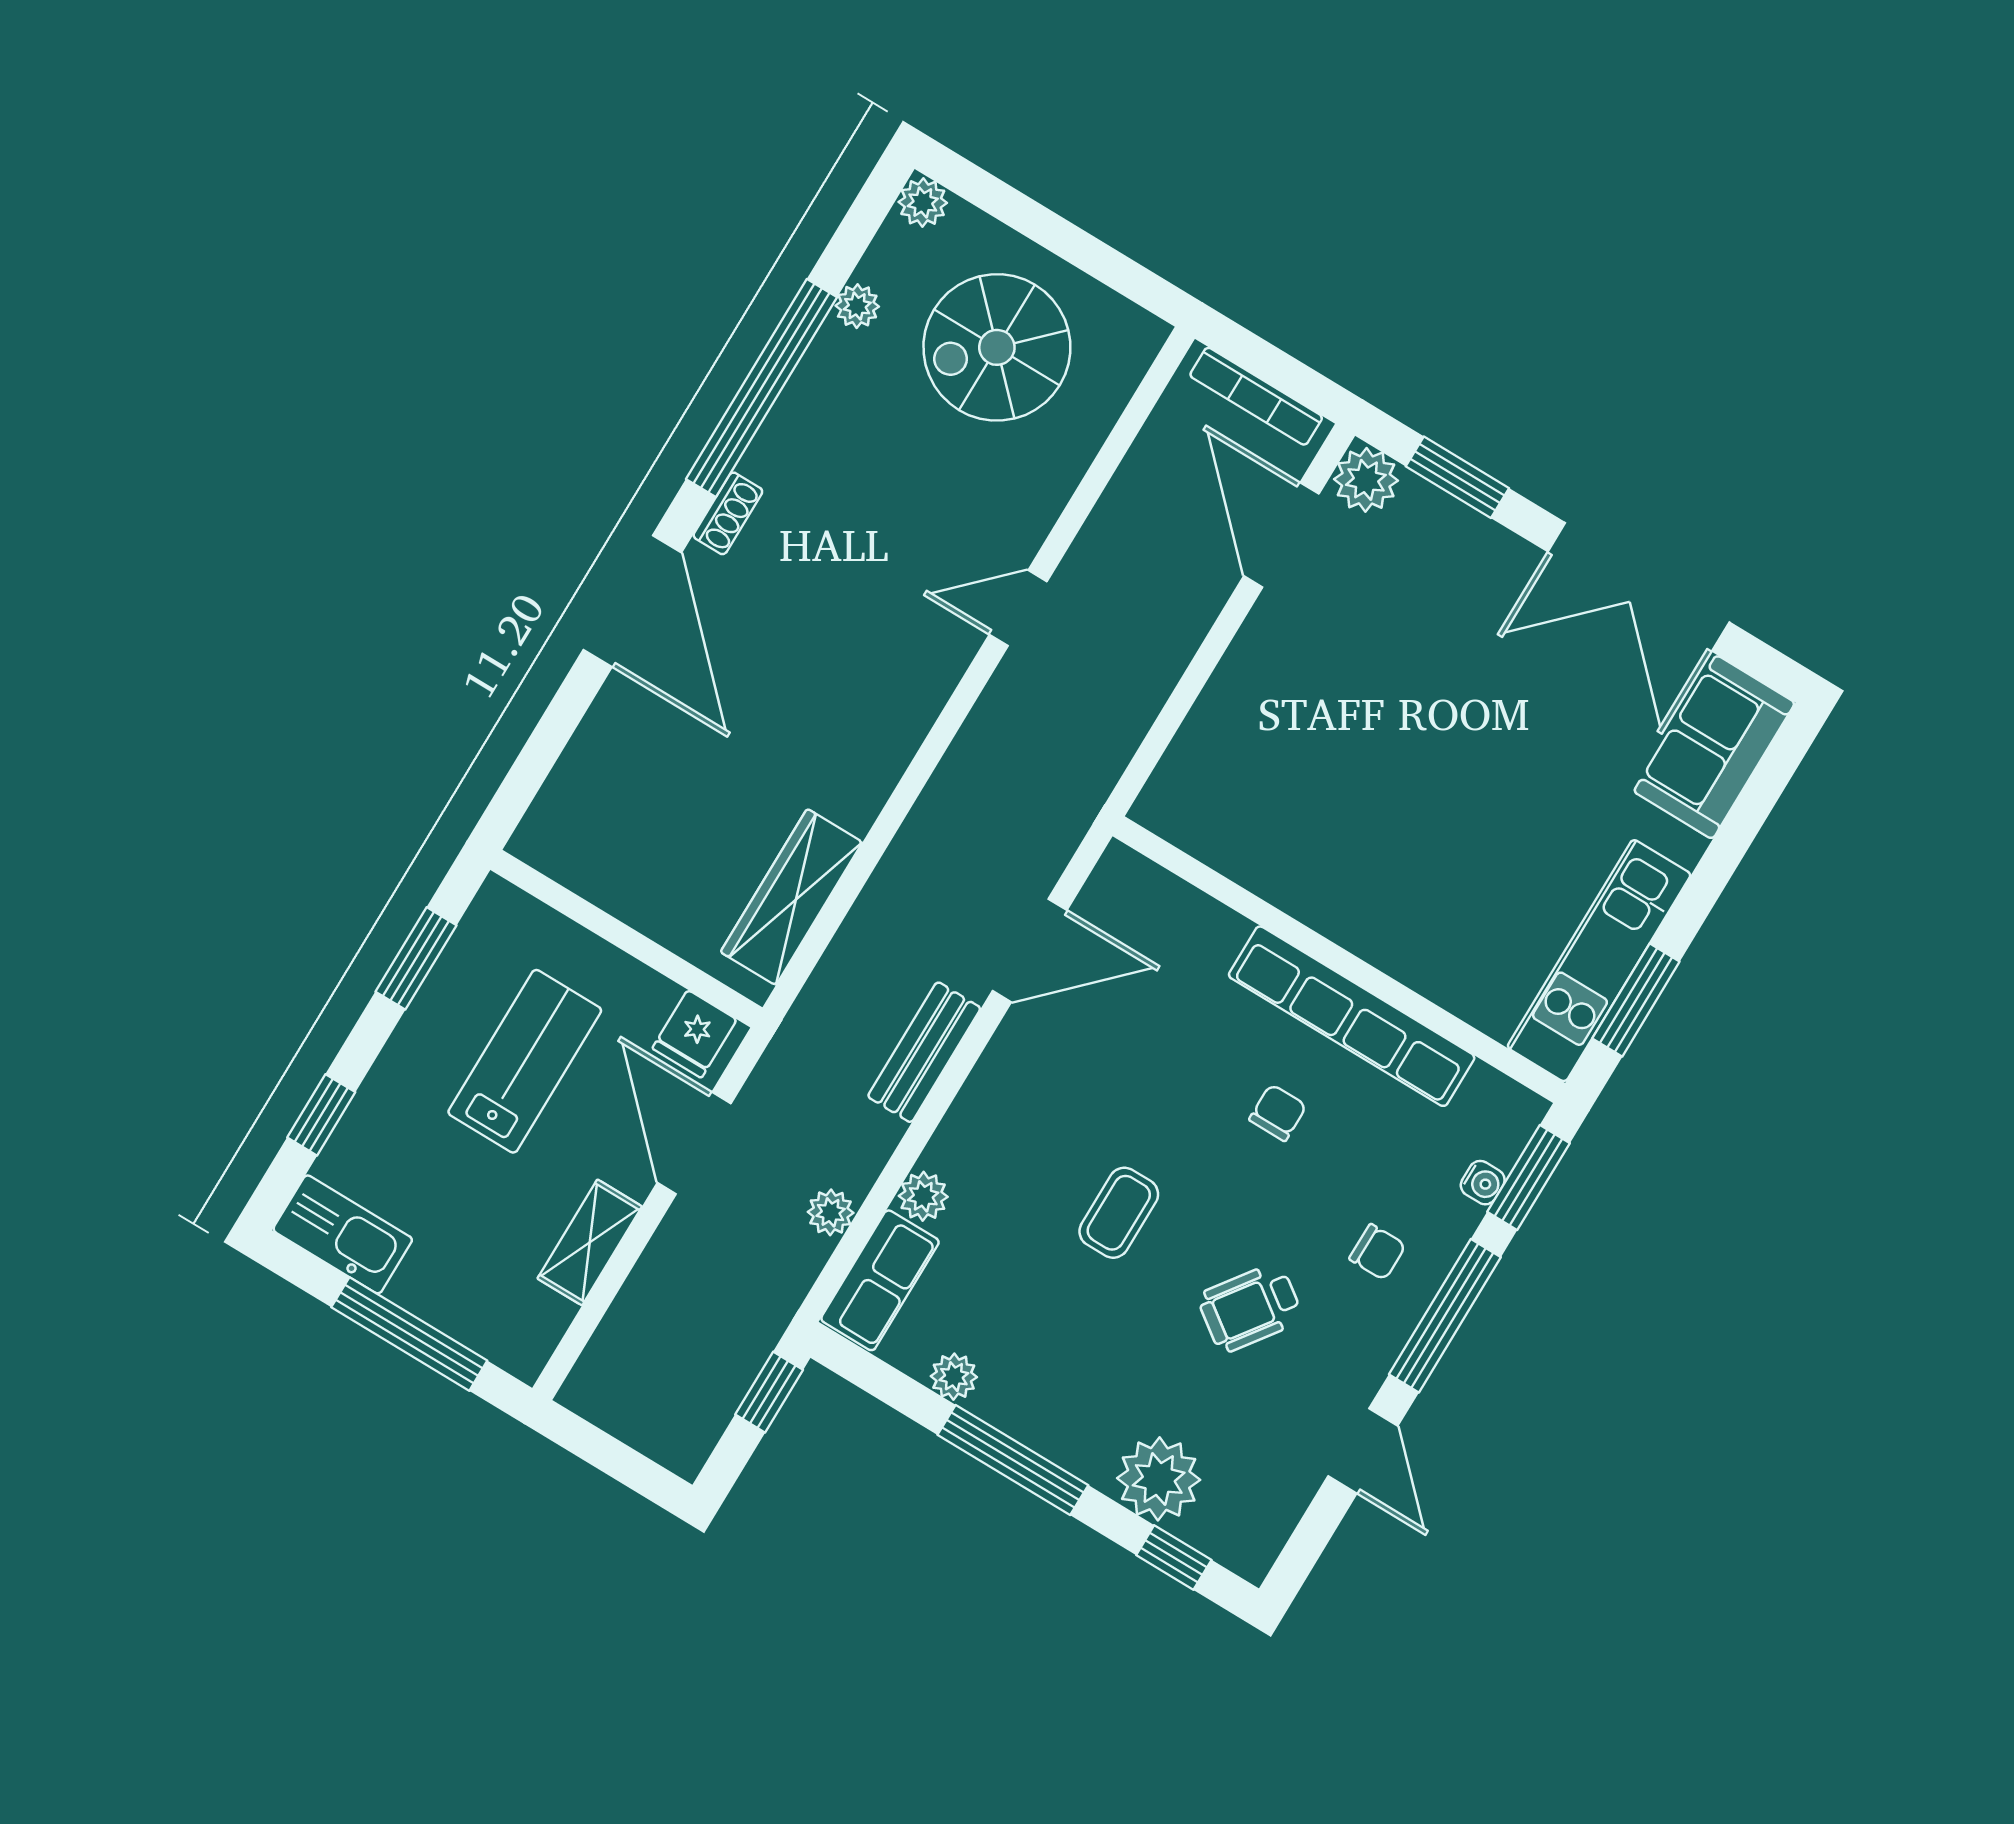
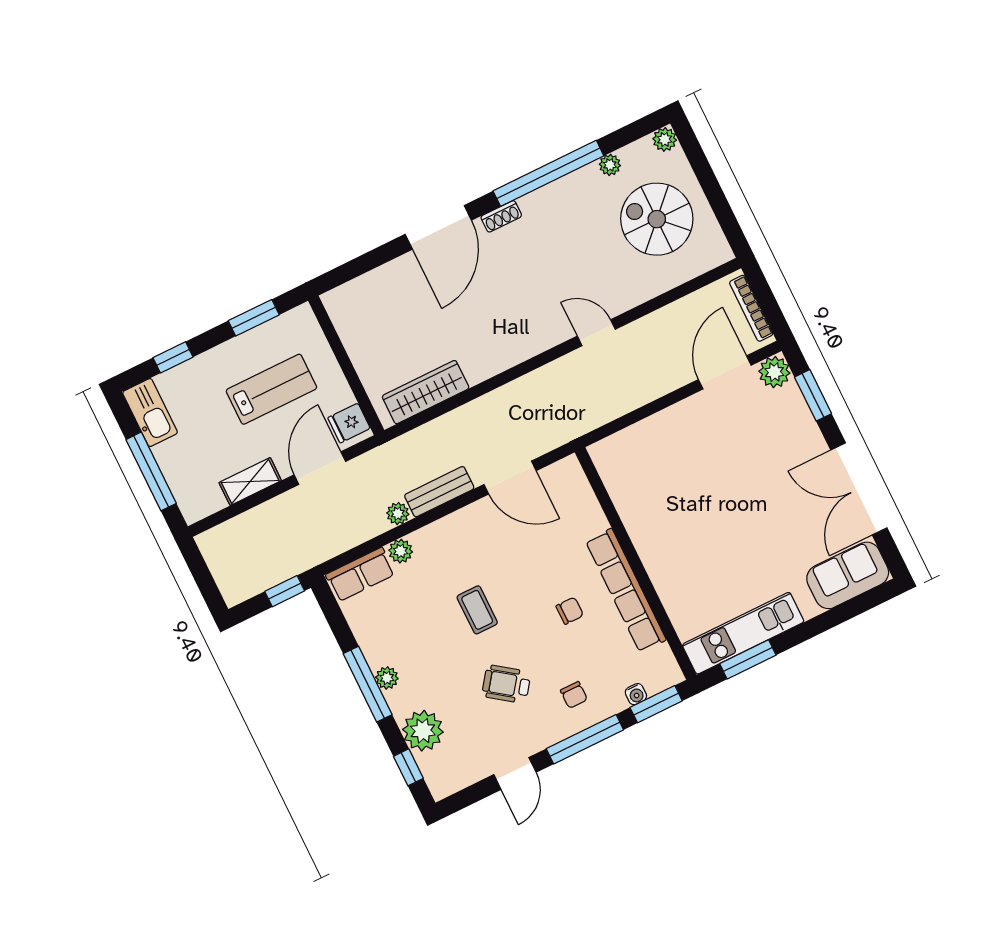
plant: (831, 1212) -> (398, 514), moved
coffee table: (1119, 1213) -> (477, 610), turned 90
plant: (954, 1377) -> (387, 678), moved

